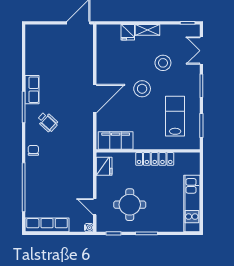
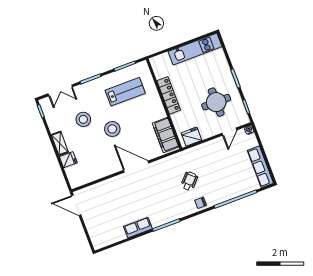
row of seats: (32, 90) -> (138, 228), moved
lab bench: (175, 116) -> (125, 92), turned 180
wheelchair: (48, 122) -> (189, 181), moved

